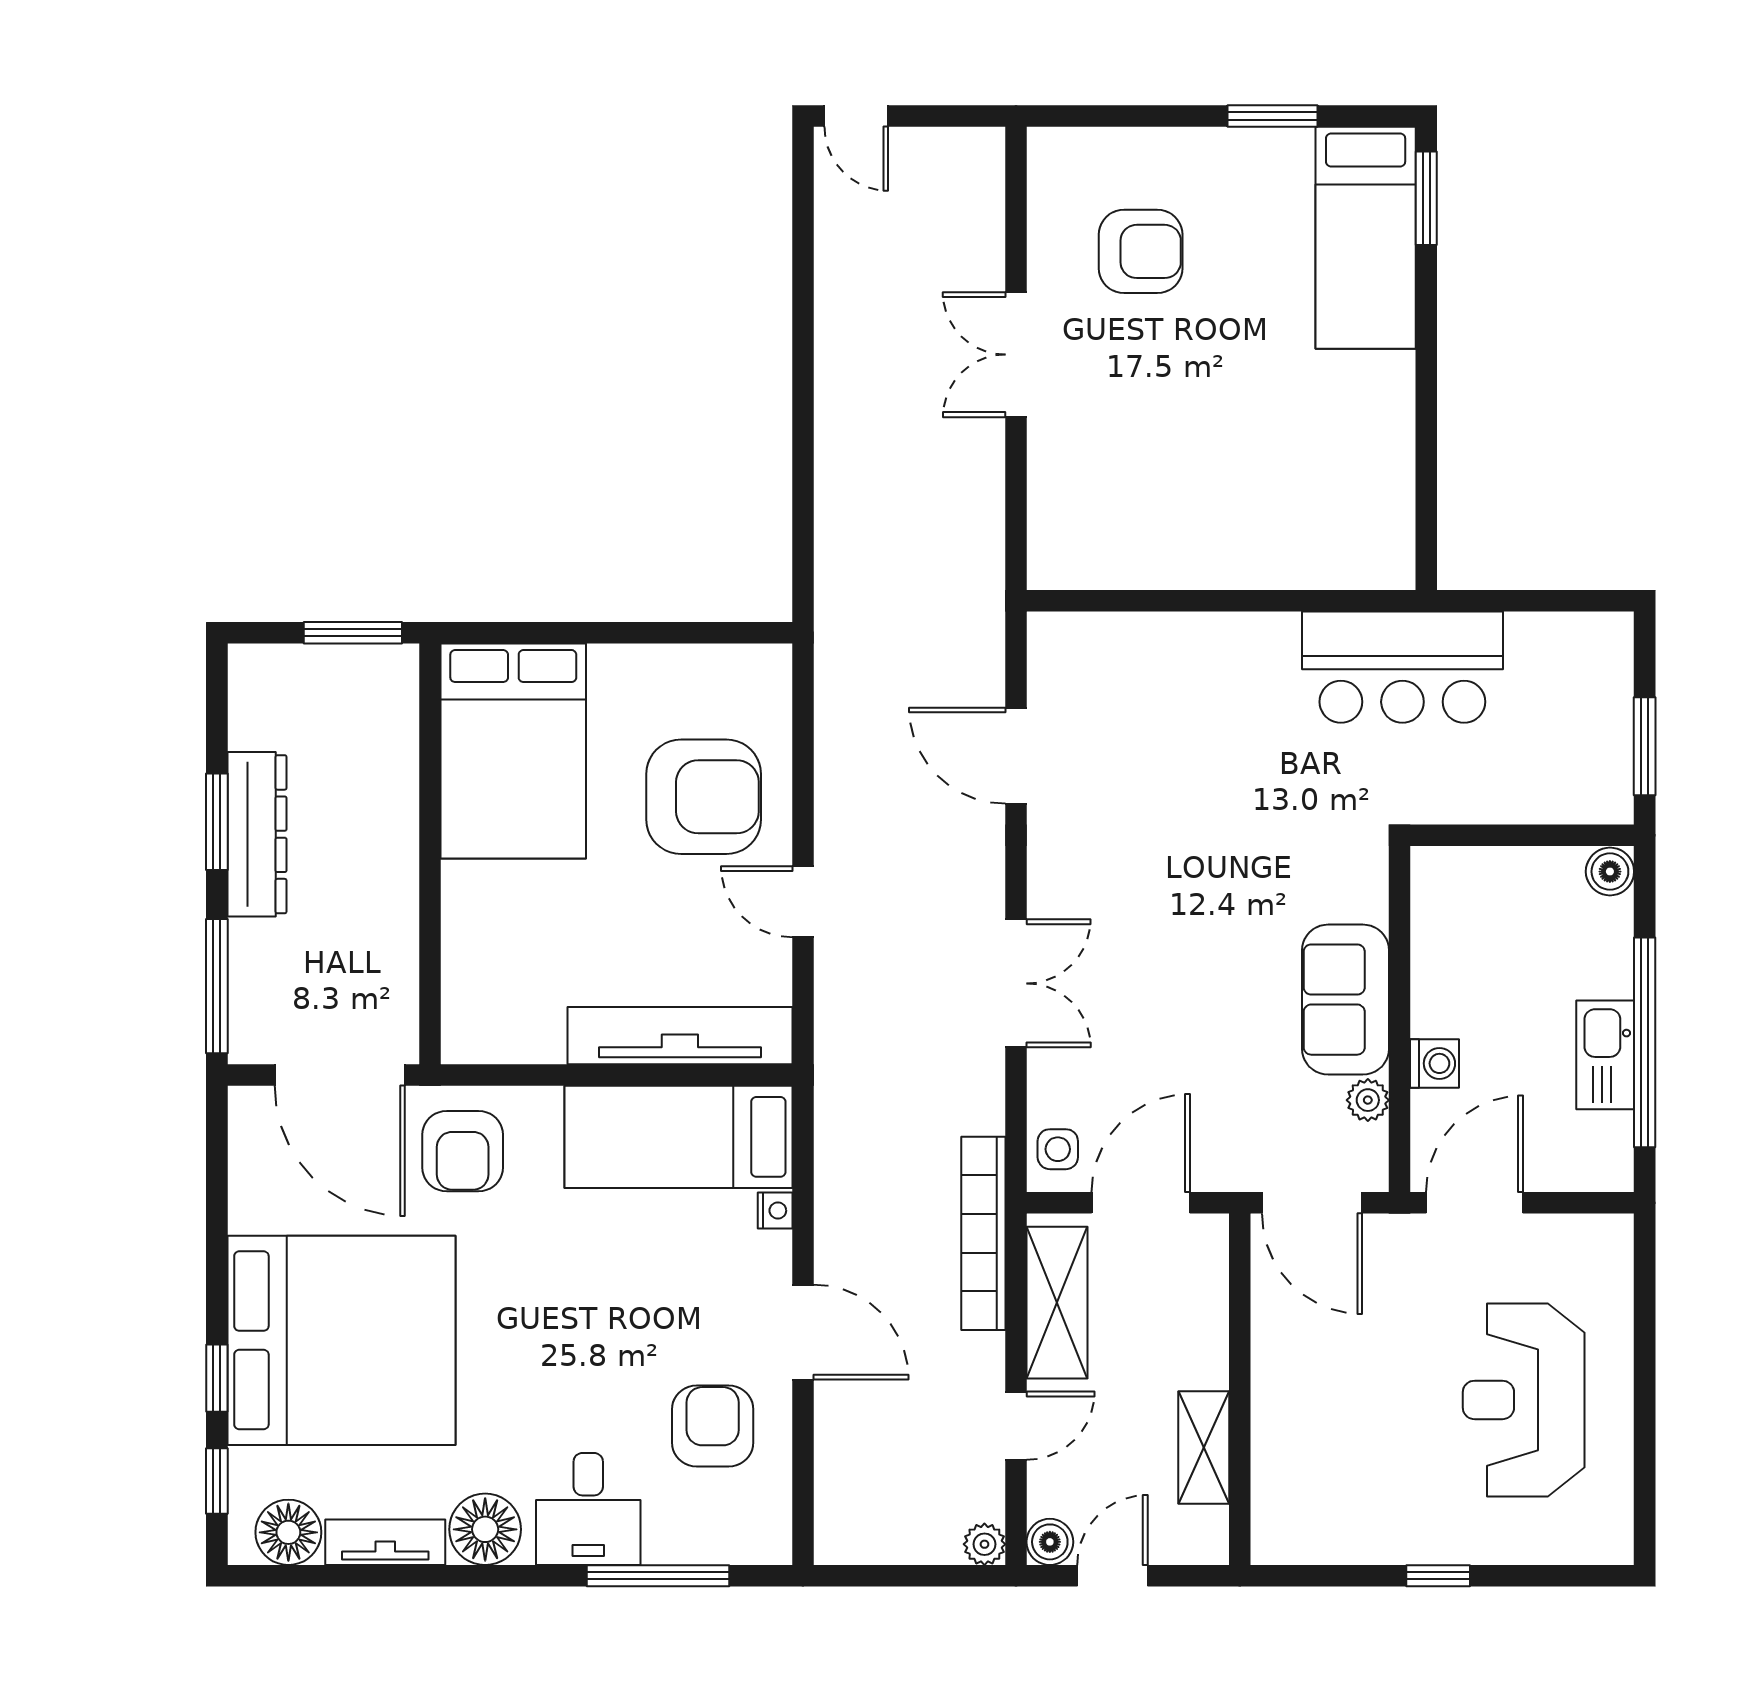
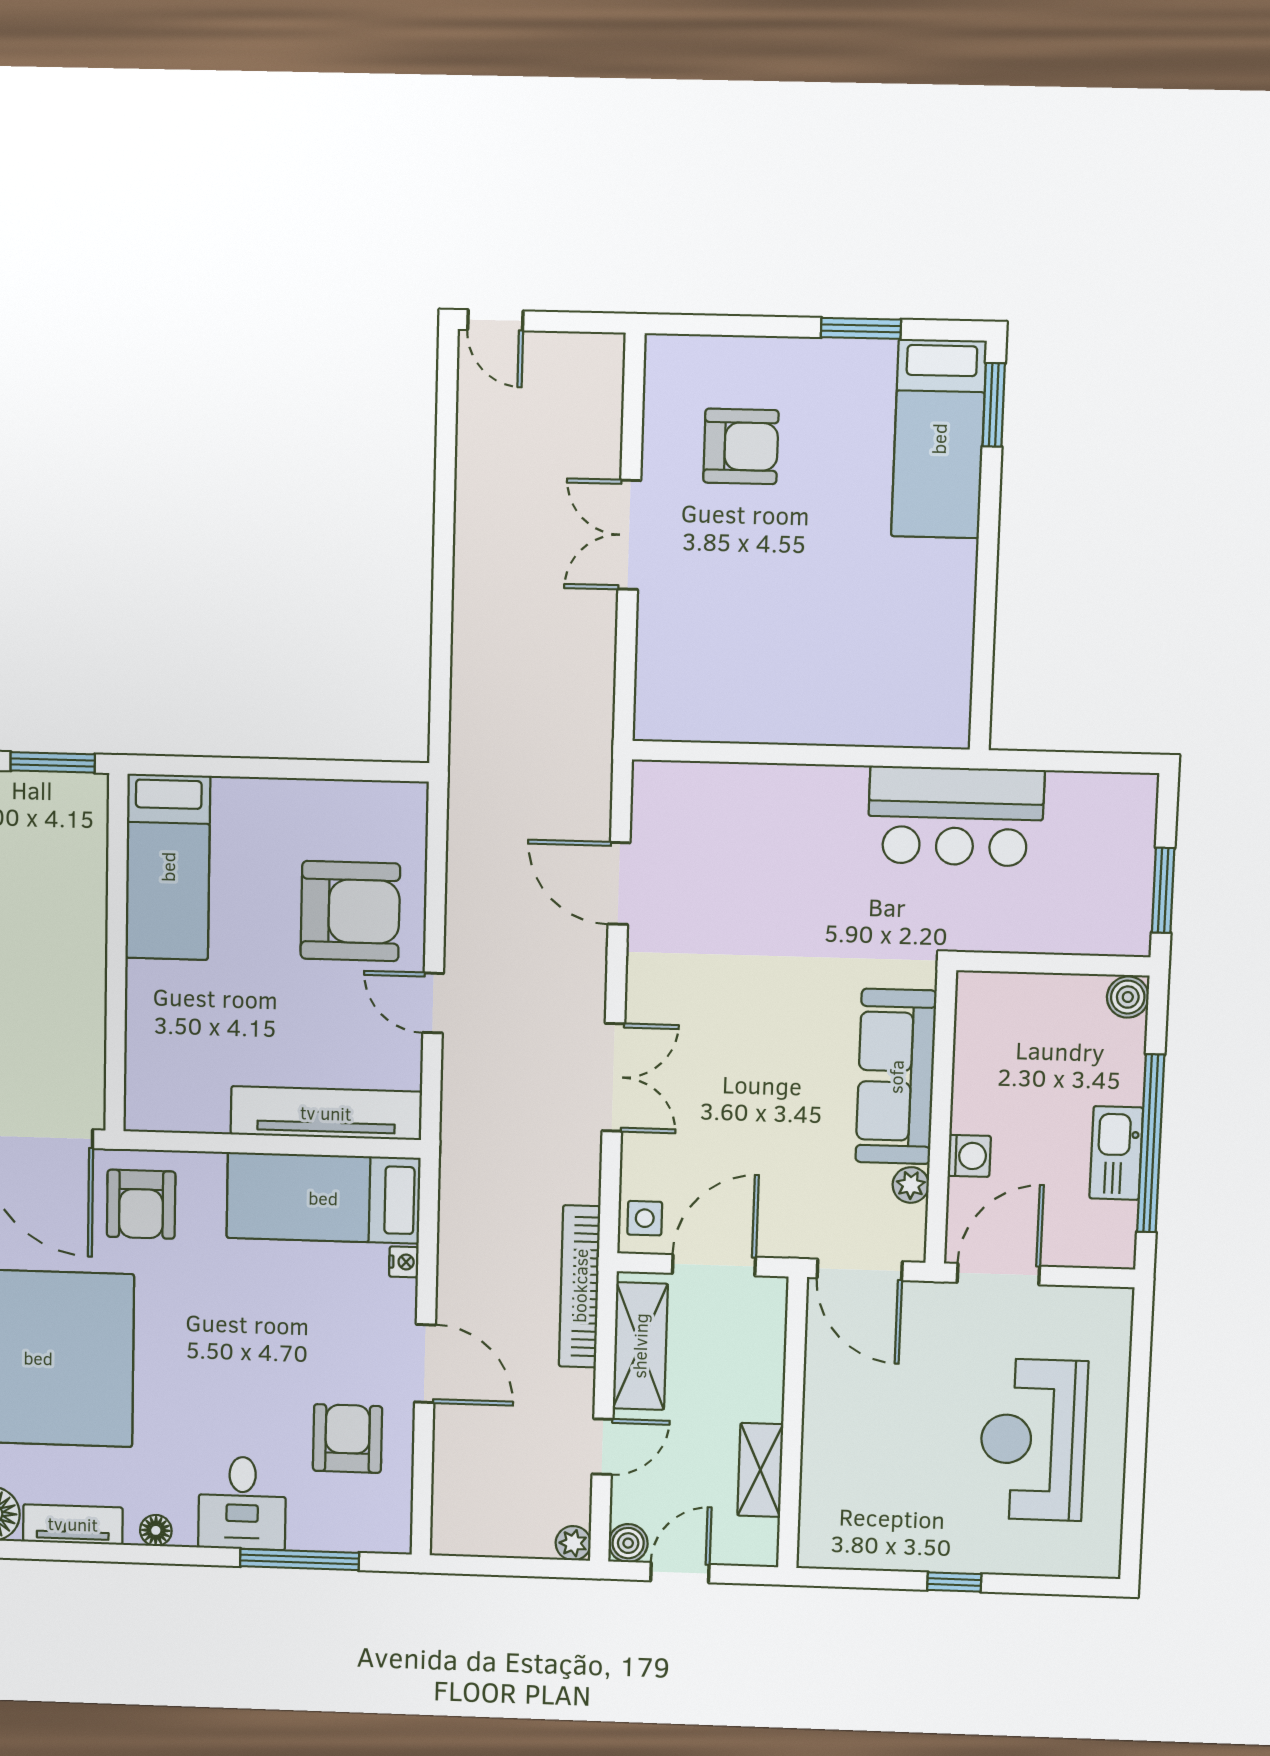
bed: (513, 751) -> (168, 867), width x0.67
sofa: (1346, 1000) -> (896, 1077), width x1.36
floor lamp: (485, 1529) -> (156, 1530), width x0.53, depth x0.53

